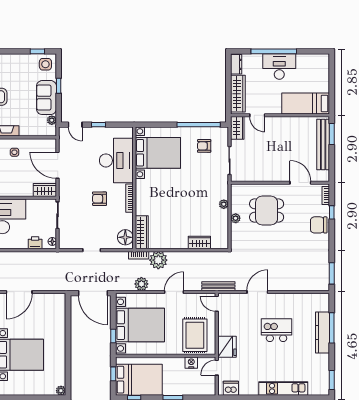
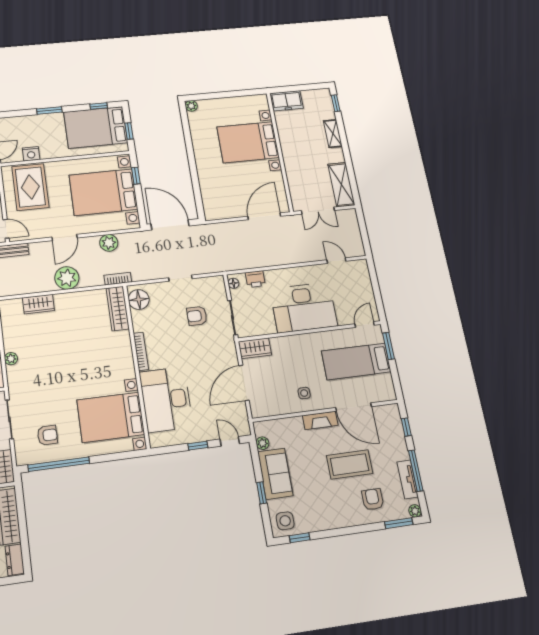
door: (58, 165) -> (244, 383), swing flipped
armchair: (99, 199) -> (197, 316), moved, turned 180
plant: (158, 260) -> (67, 278), moved

